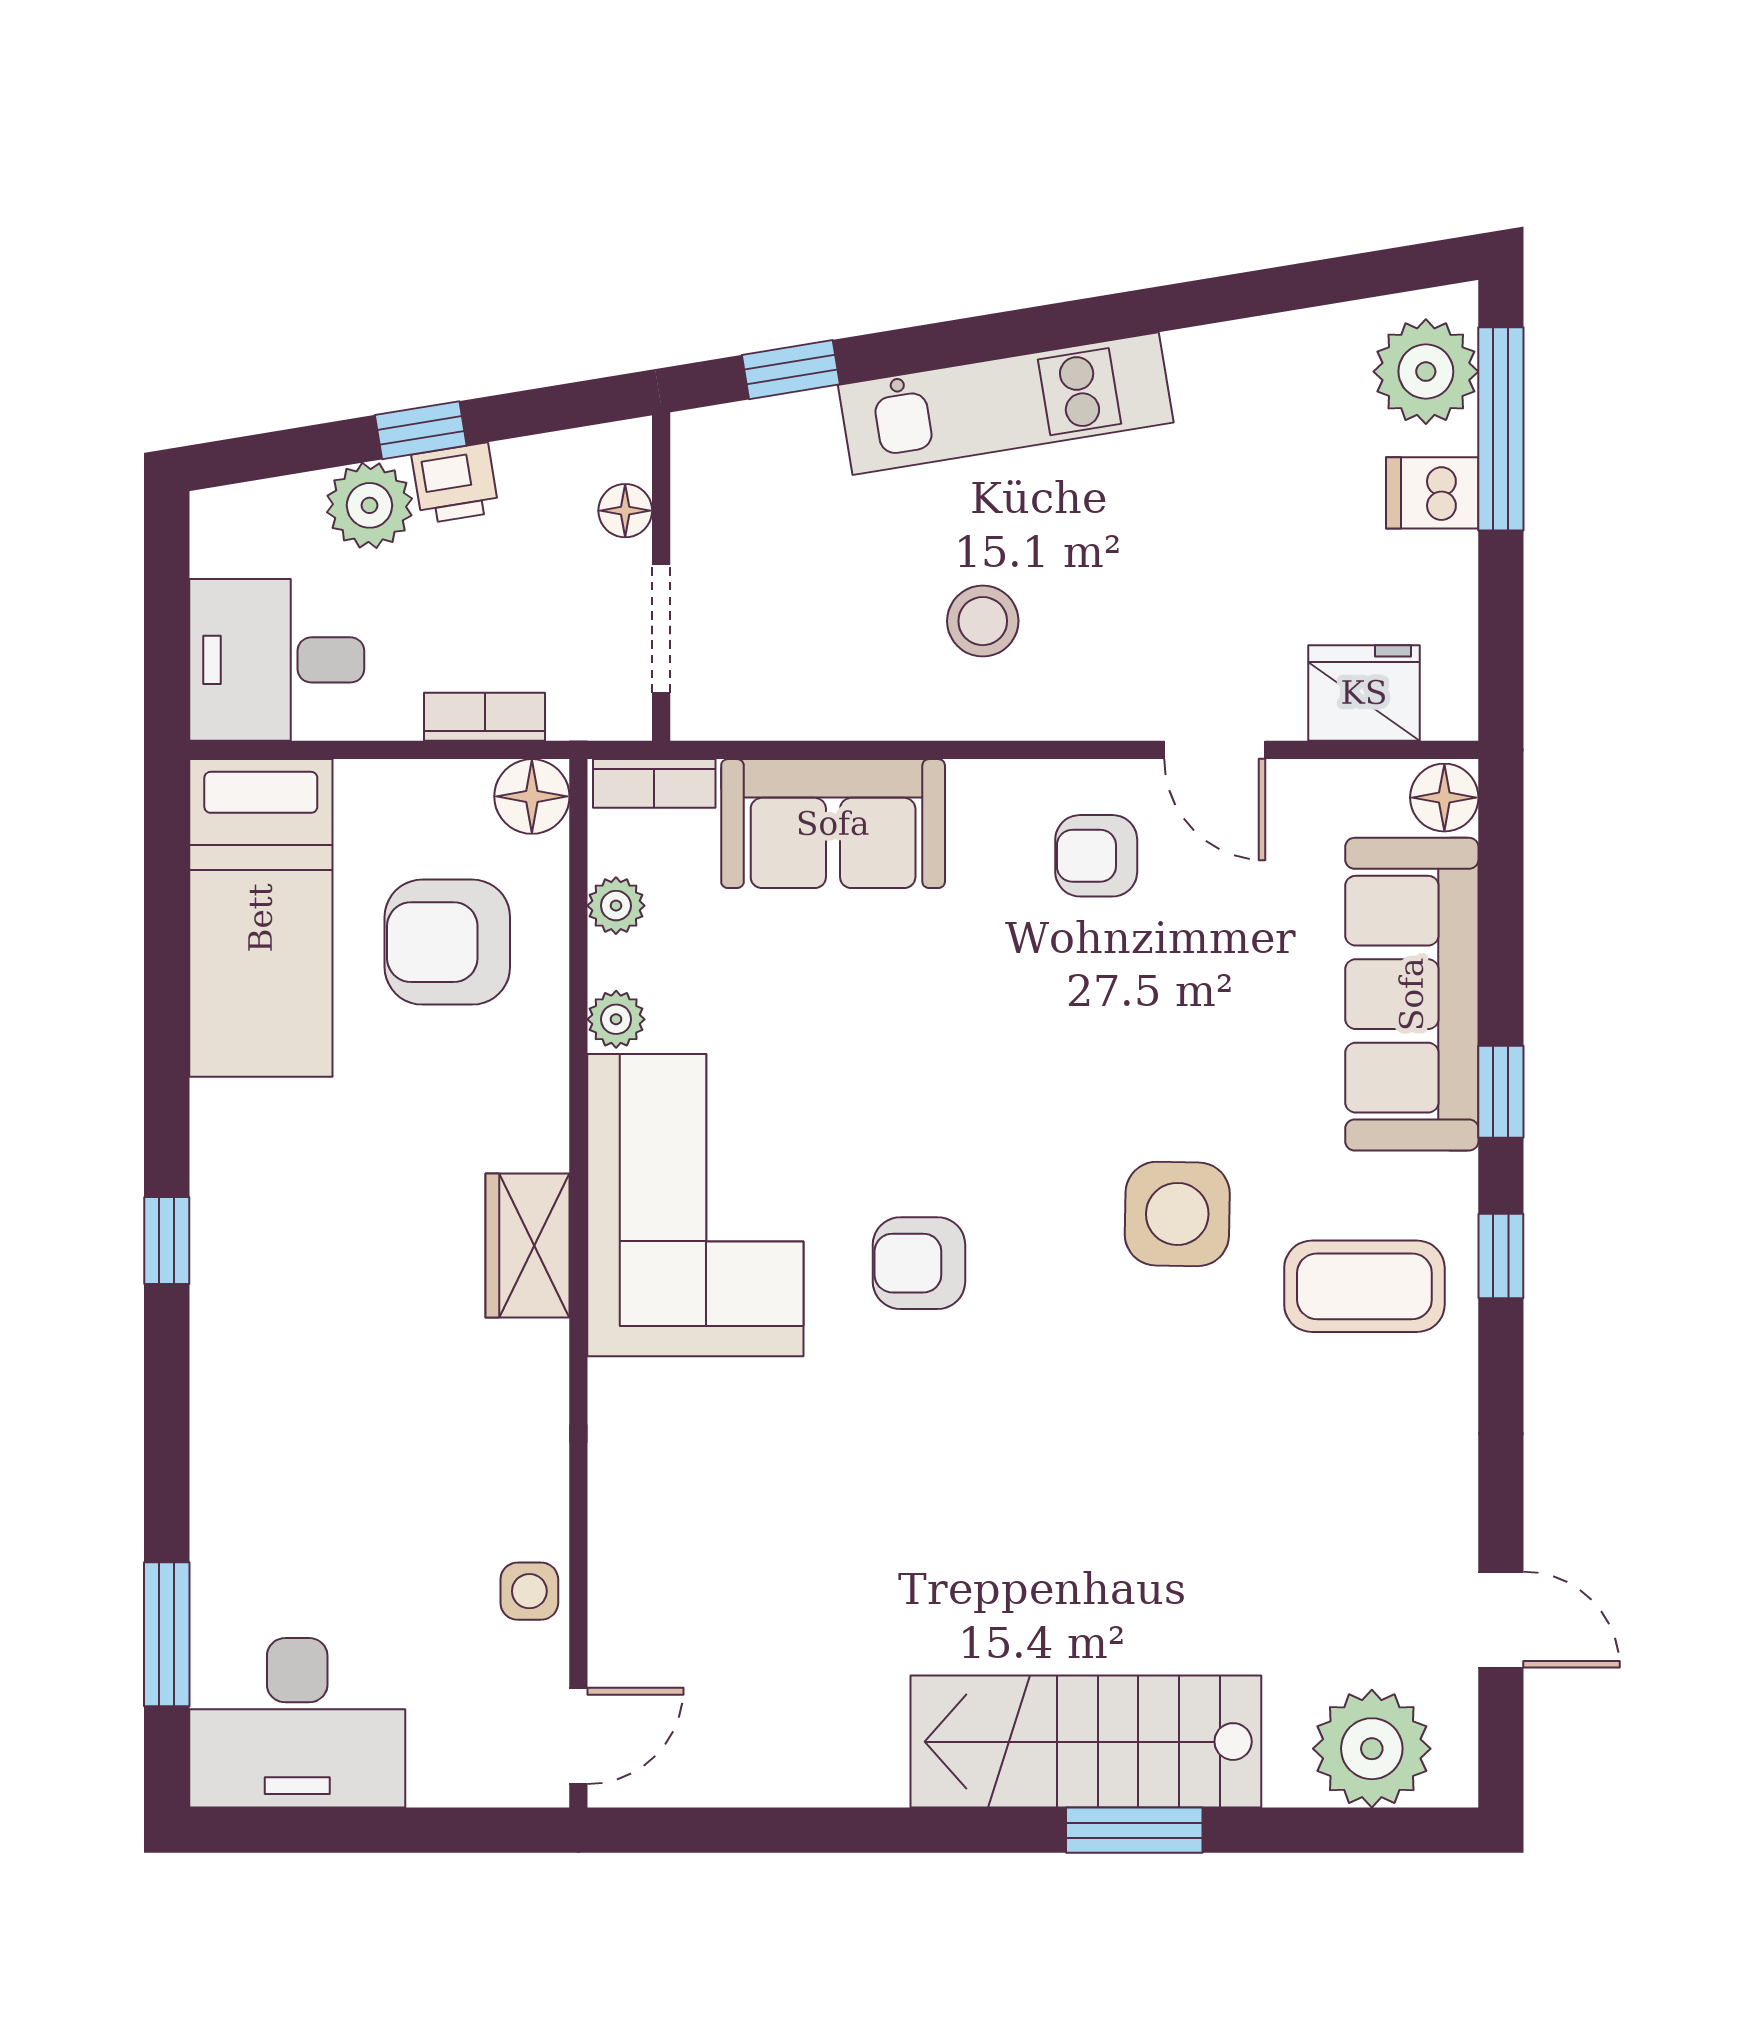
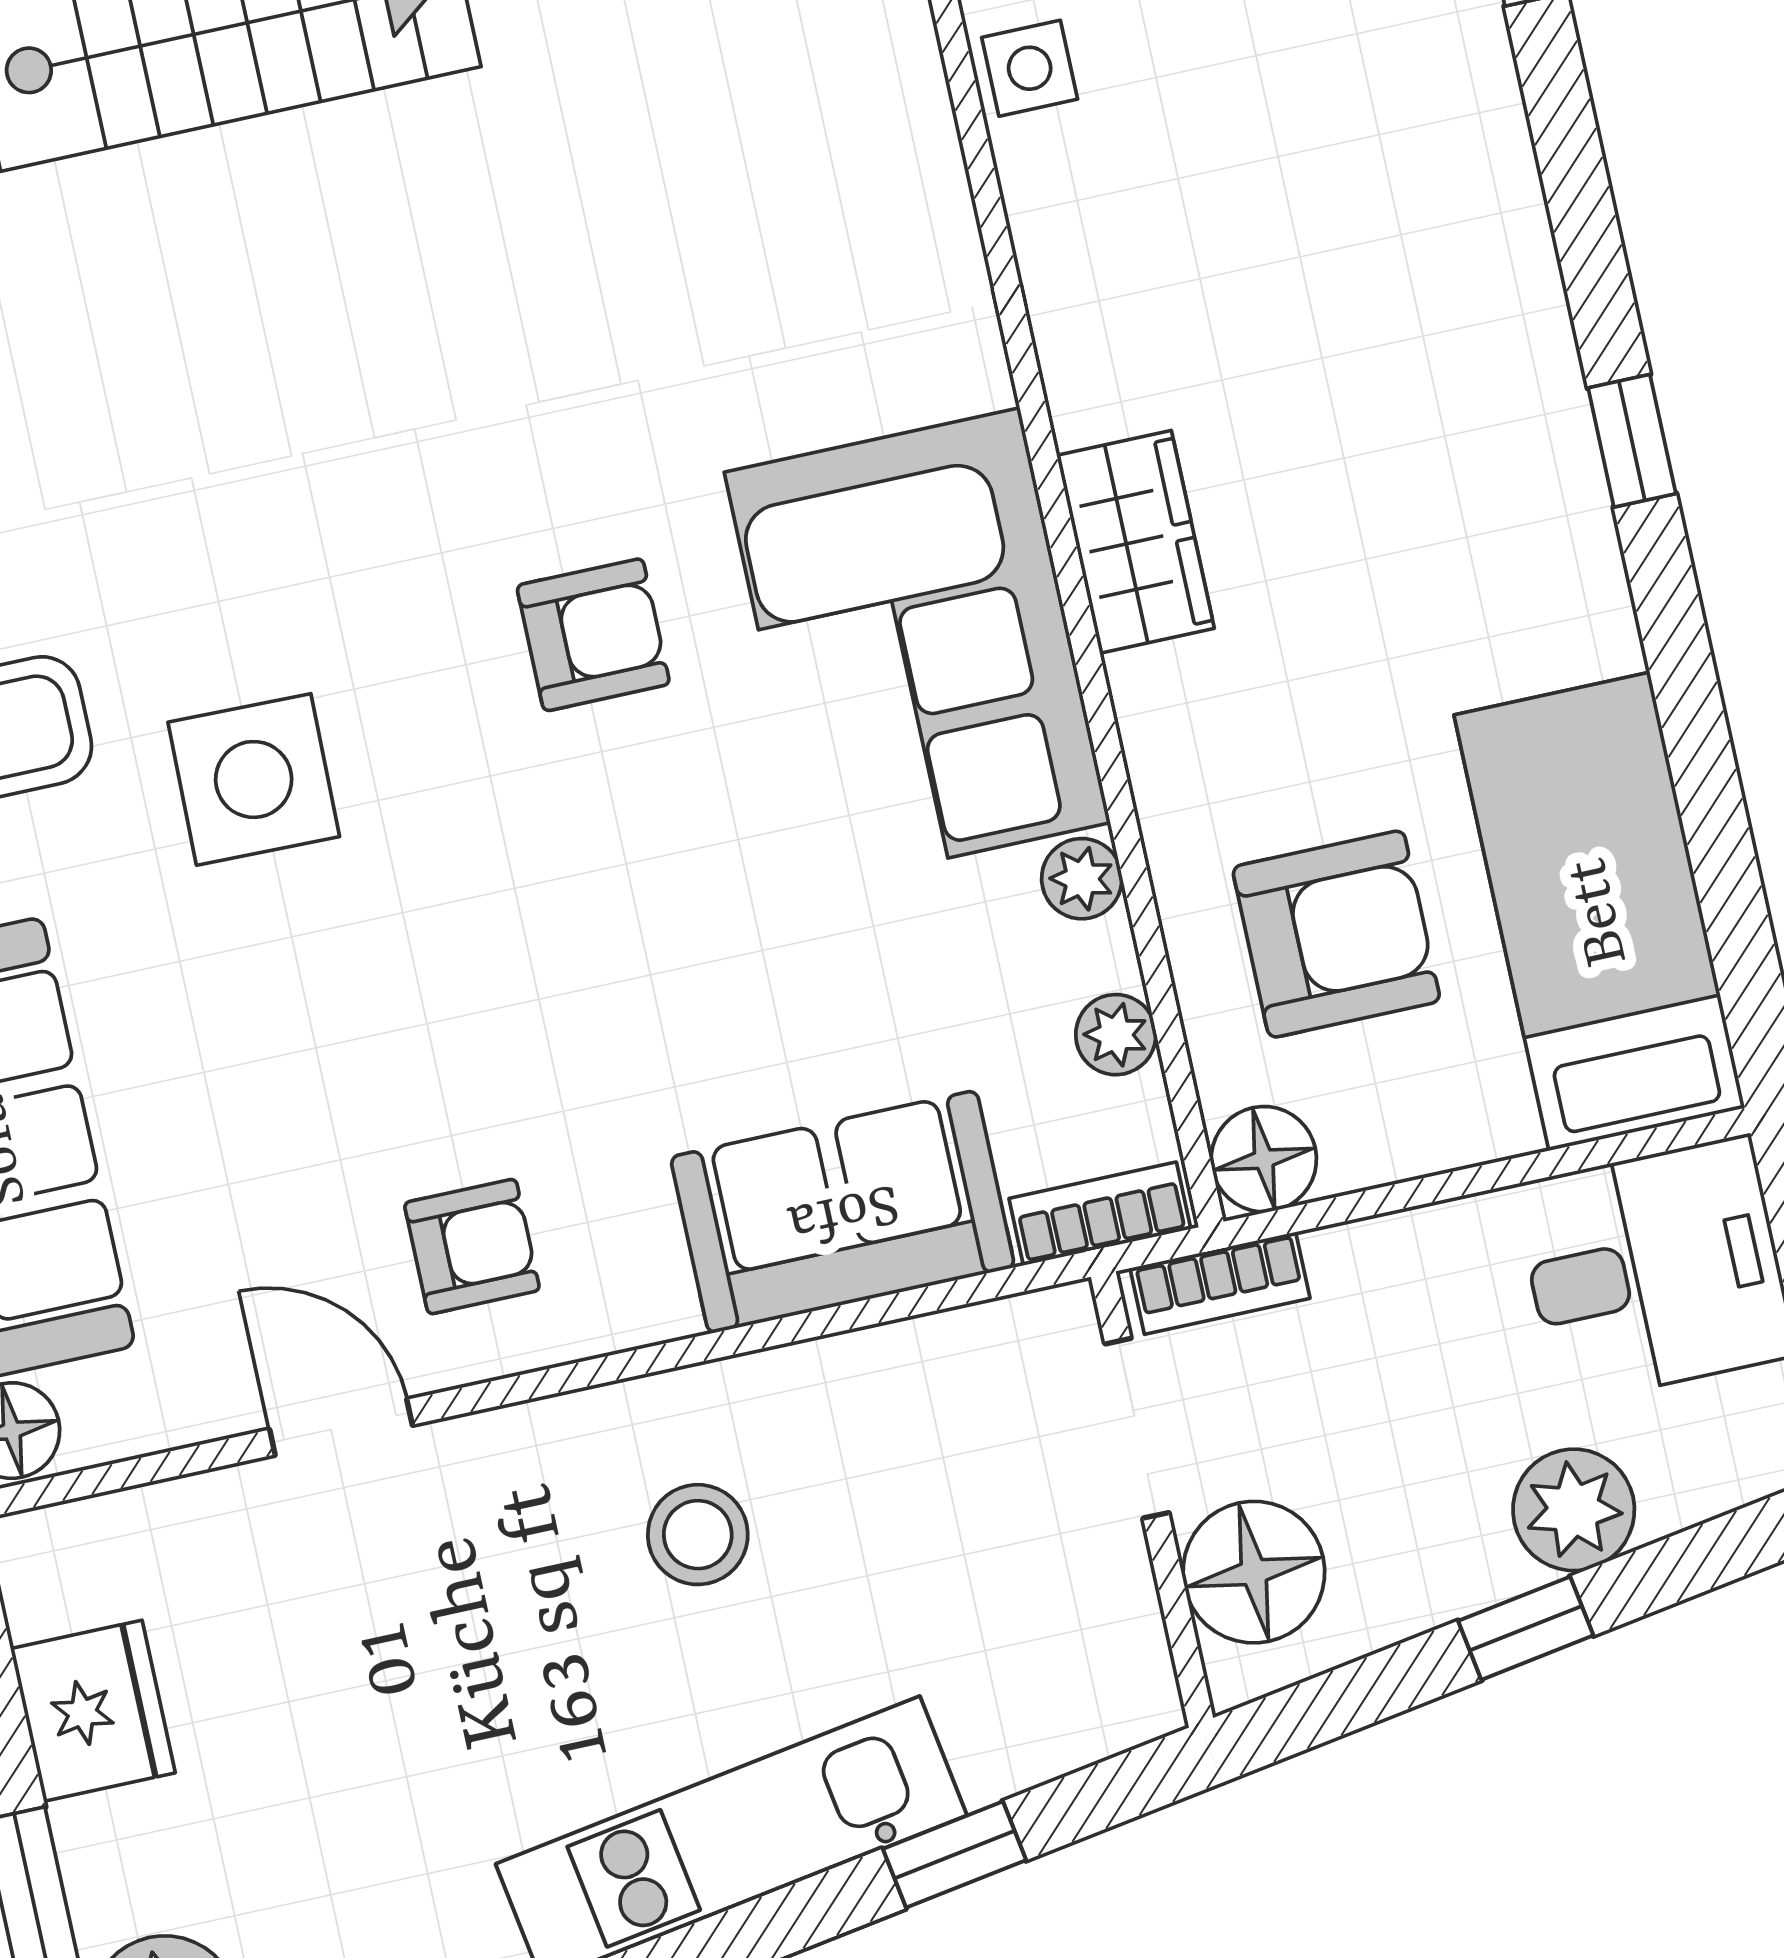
window: (791, 370) -> (954, 1855), moved
printer: (455, 483) -> (1463, 1566), removed
dishwasher: (1432, 493) -> (120, 1845), removed
floor lamp: (625, 511) -> (1254, 1572), width x1.89, depth x1.89
fridge: (1364, 693) -> (93, 1711), moved, turned -90
bookcase: (485, 717) -> (1220, 1283), moved

